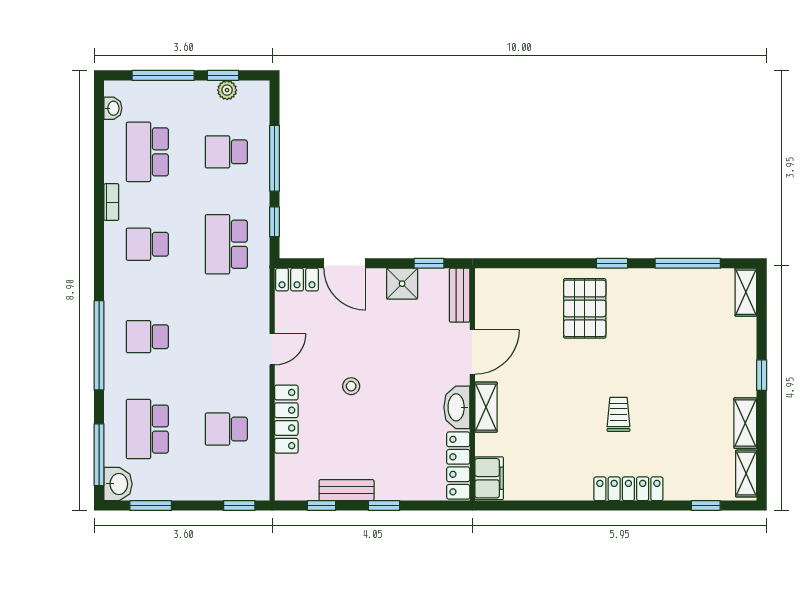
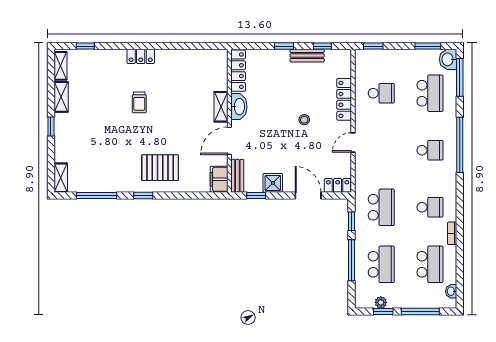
school desk: (226, 152) -> (381, 264), width x1.85
pallet: (585, 308) -> (160, 168), turned 90
filing cabinet: (489, 478) -> (219, 179), moved
locker: (628, 489) -> (141, 56), width x0.66

